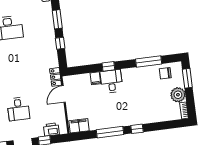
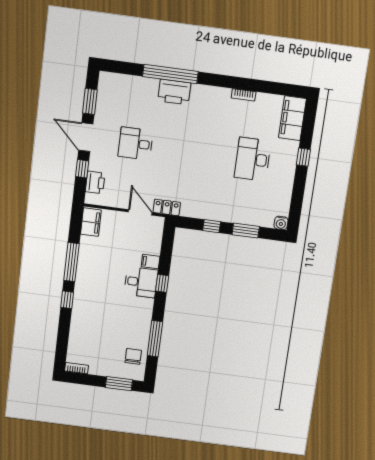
plant: (178, 95) -> (100, 366), removed

